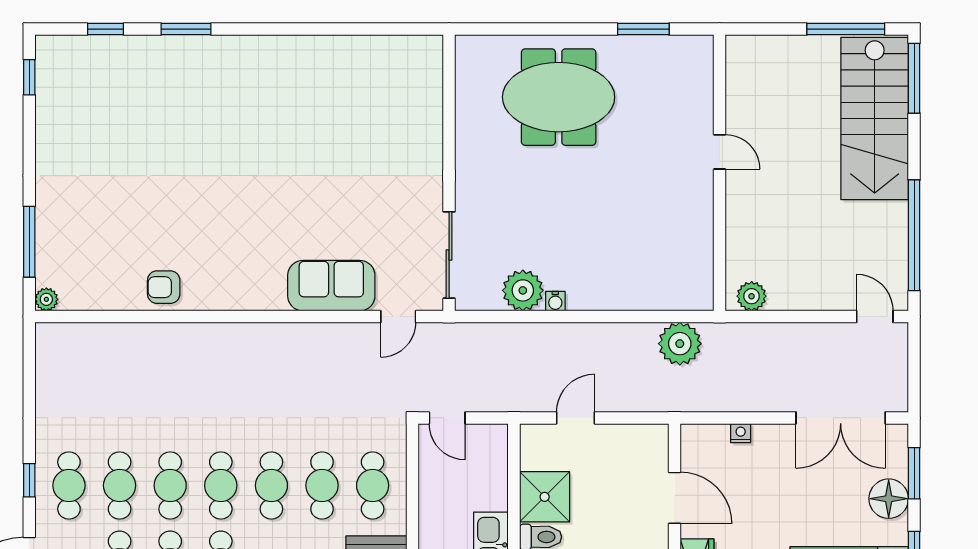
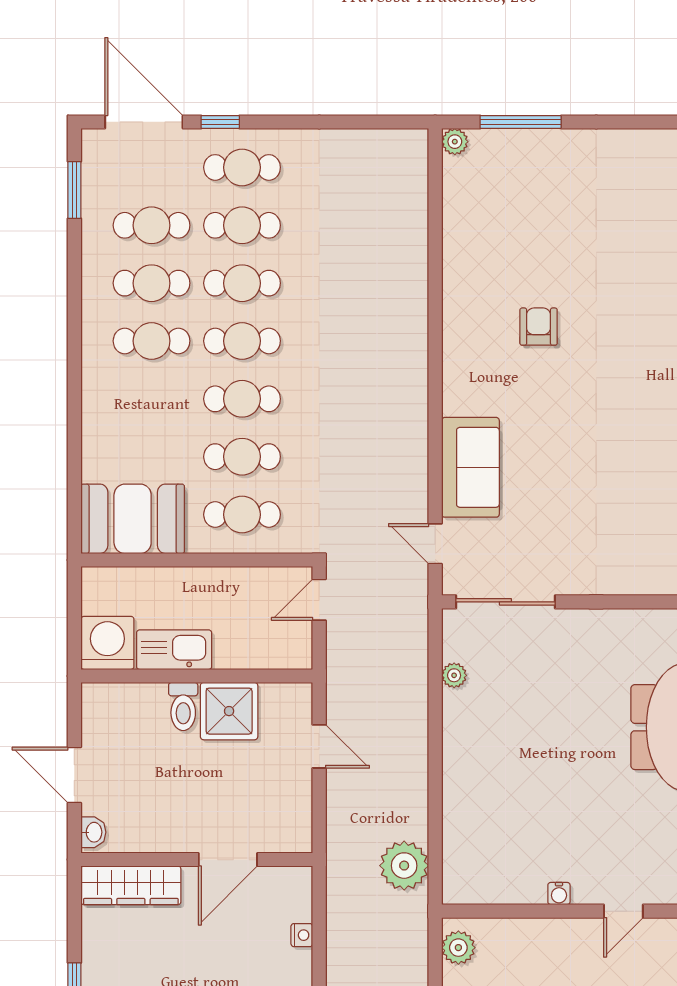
armchair: (164, 287) -> (539, 327), moved
plant: (523, 290) -> (454, 675), width x0.53, depth x0.53
water cooler: (555, 301) -> (559, 894), moved, turned -90
window: (29, 480) -> (220, 122), moved

